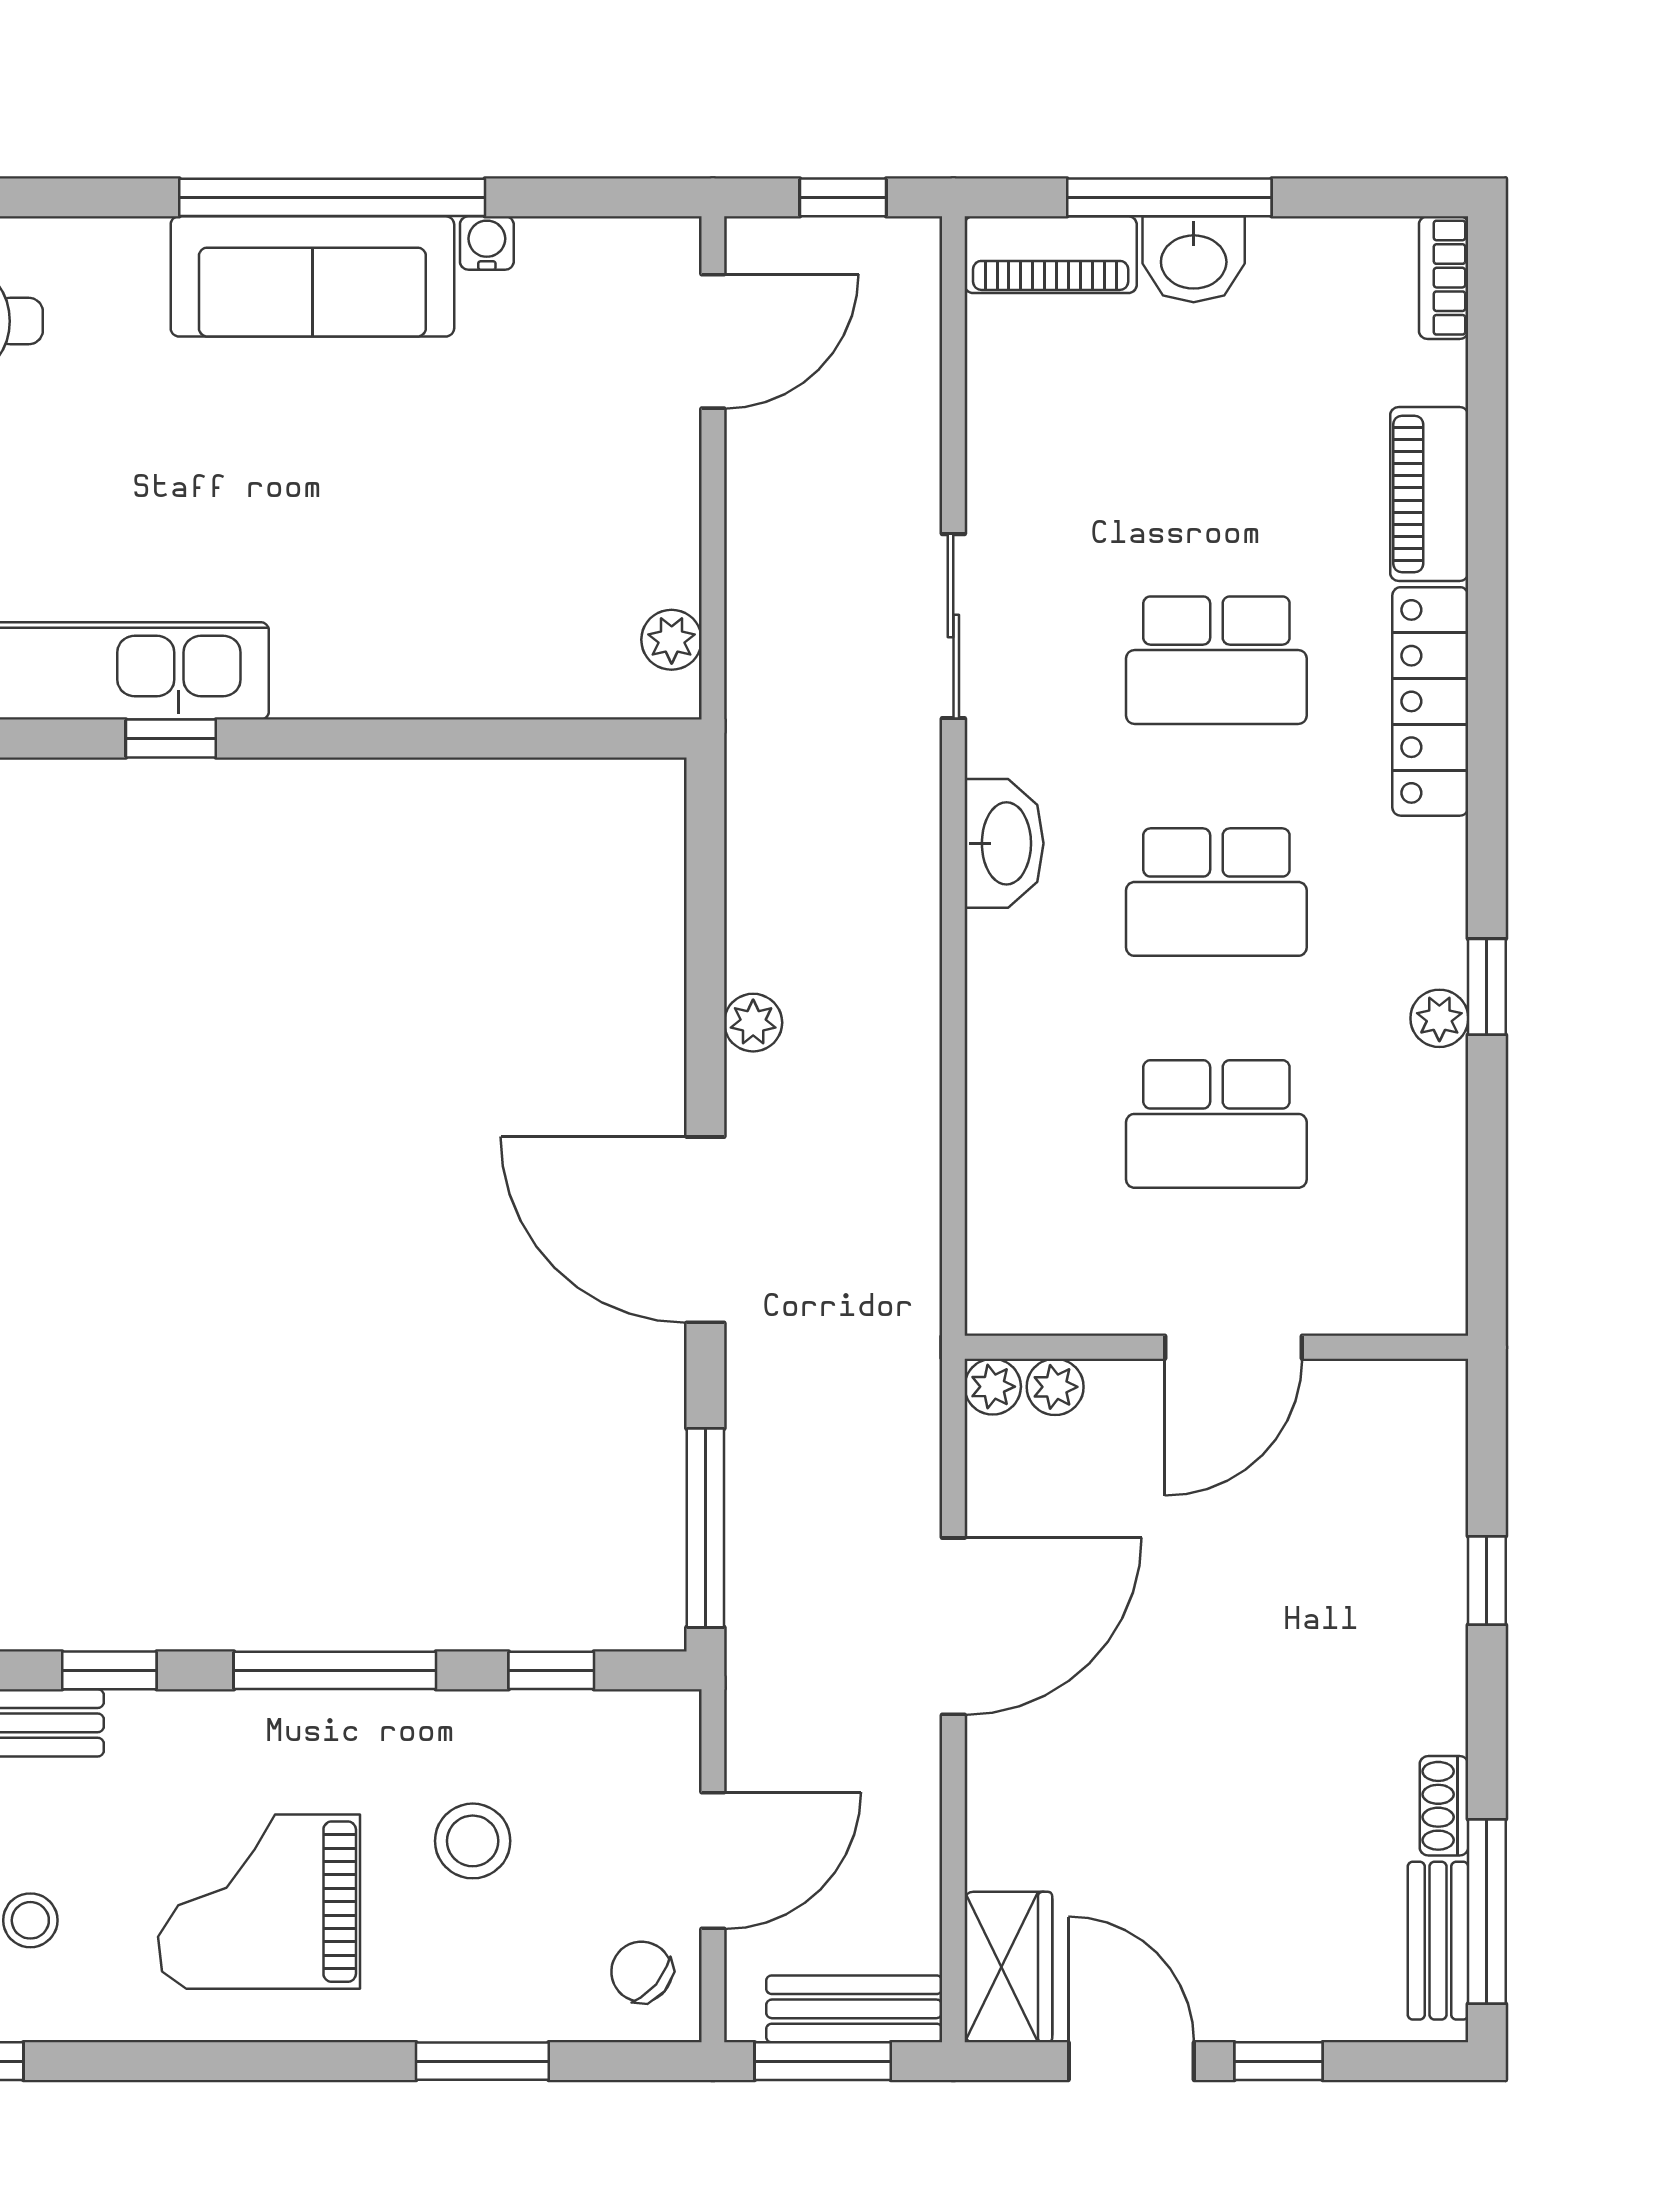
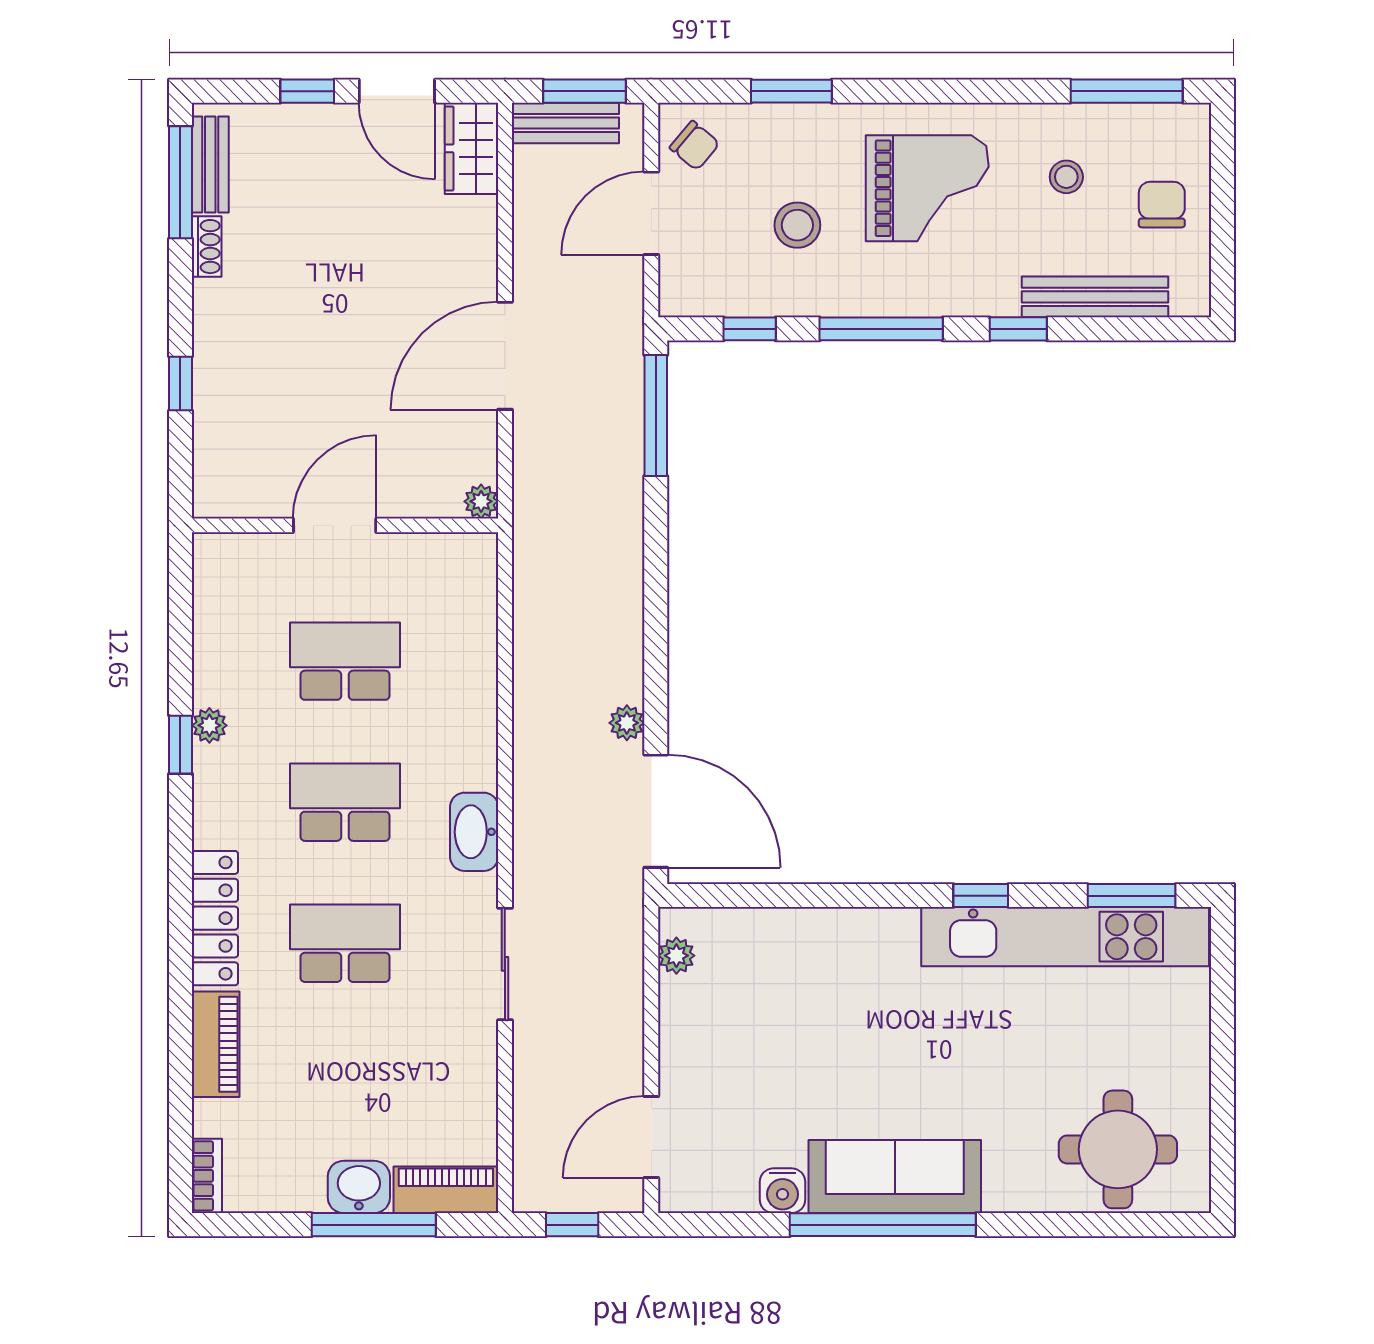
water cooler: (487, 243) -> (783, 1191), width x1.38, depth x1.38
door: (705, 1230) -> (656, 811), moved
plant: (1055, 1387) -> (443, 501), removed

